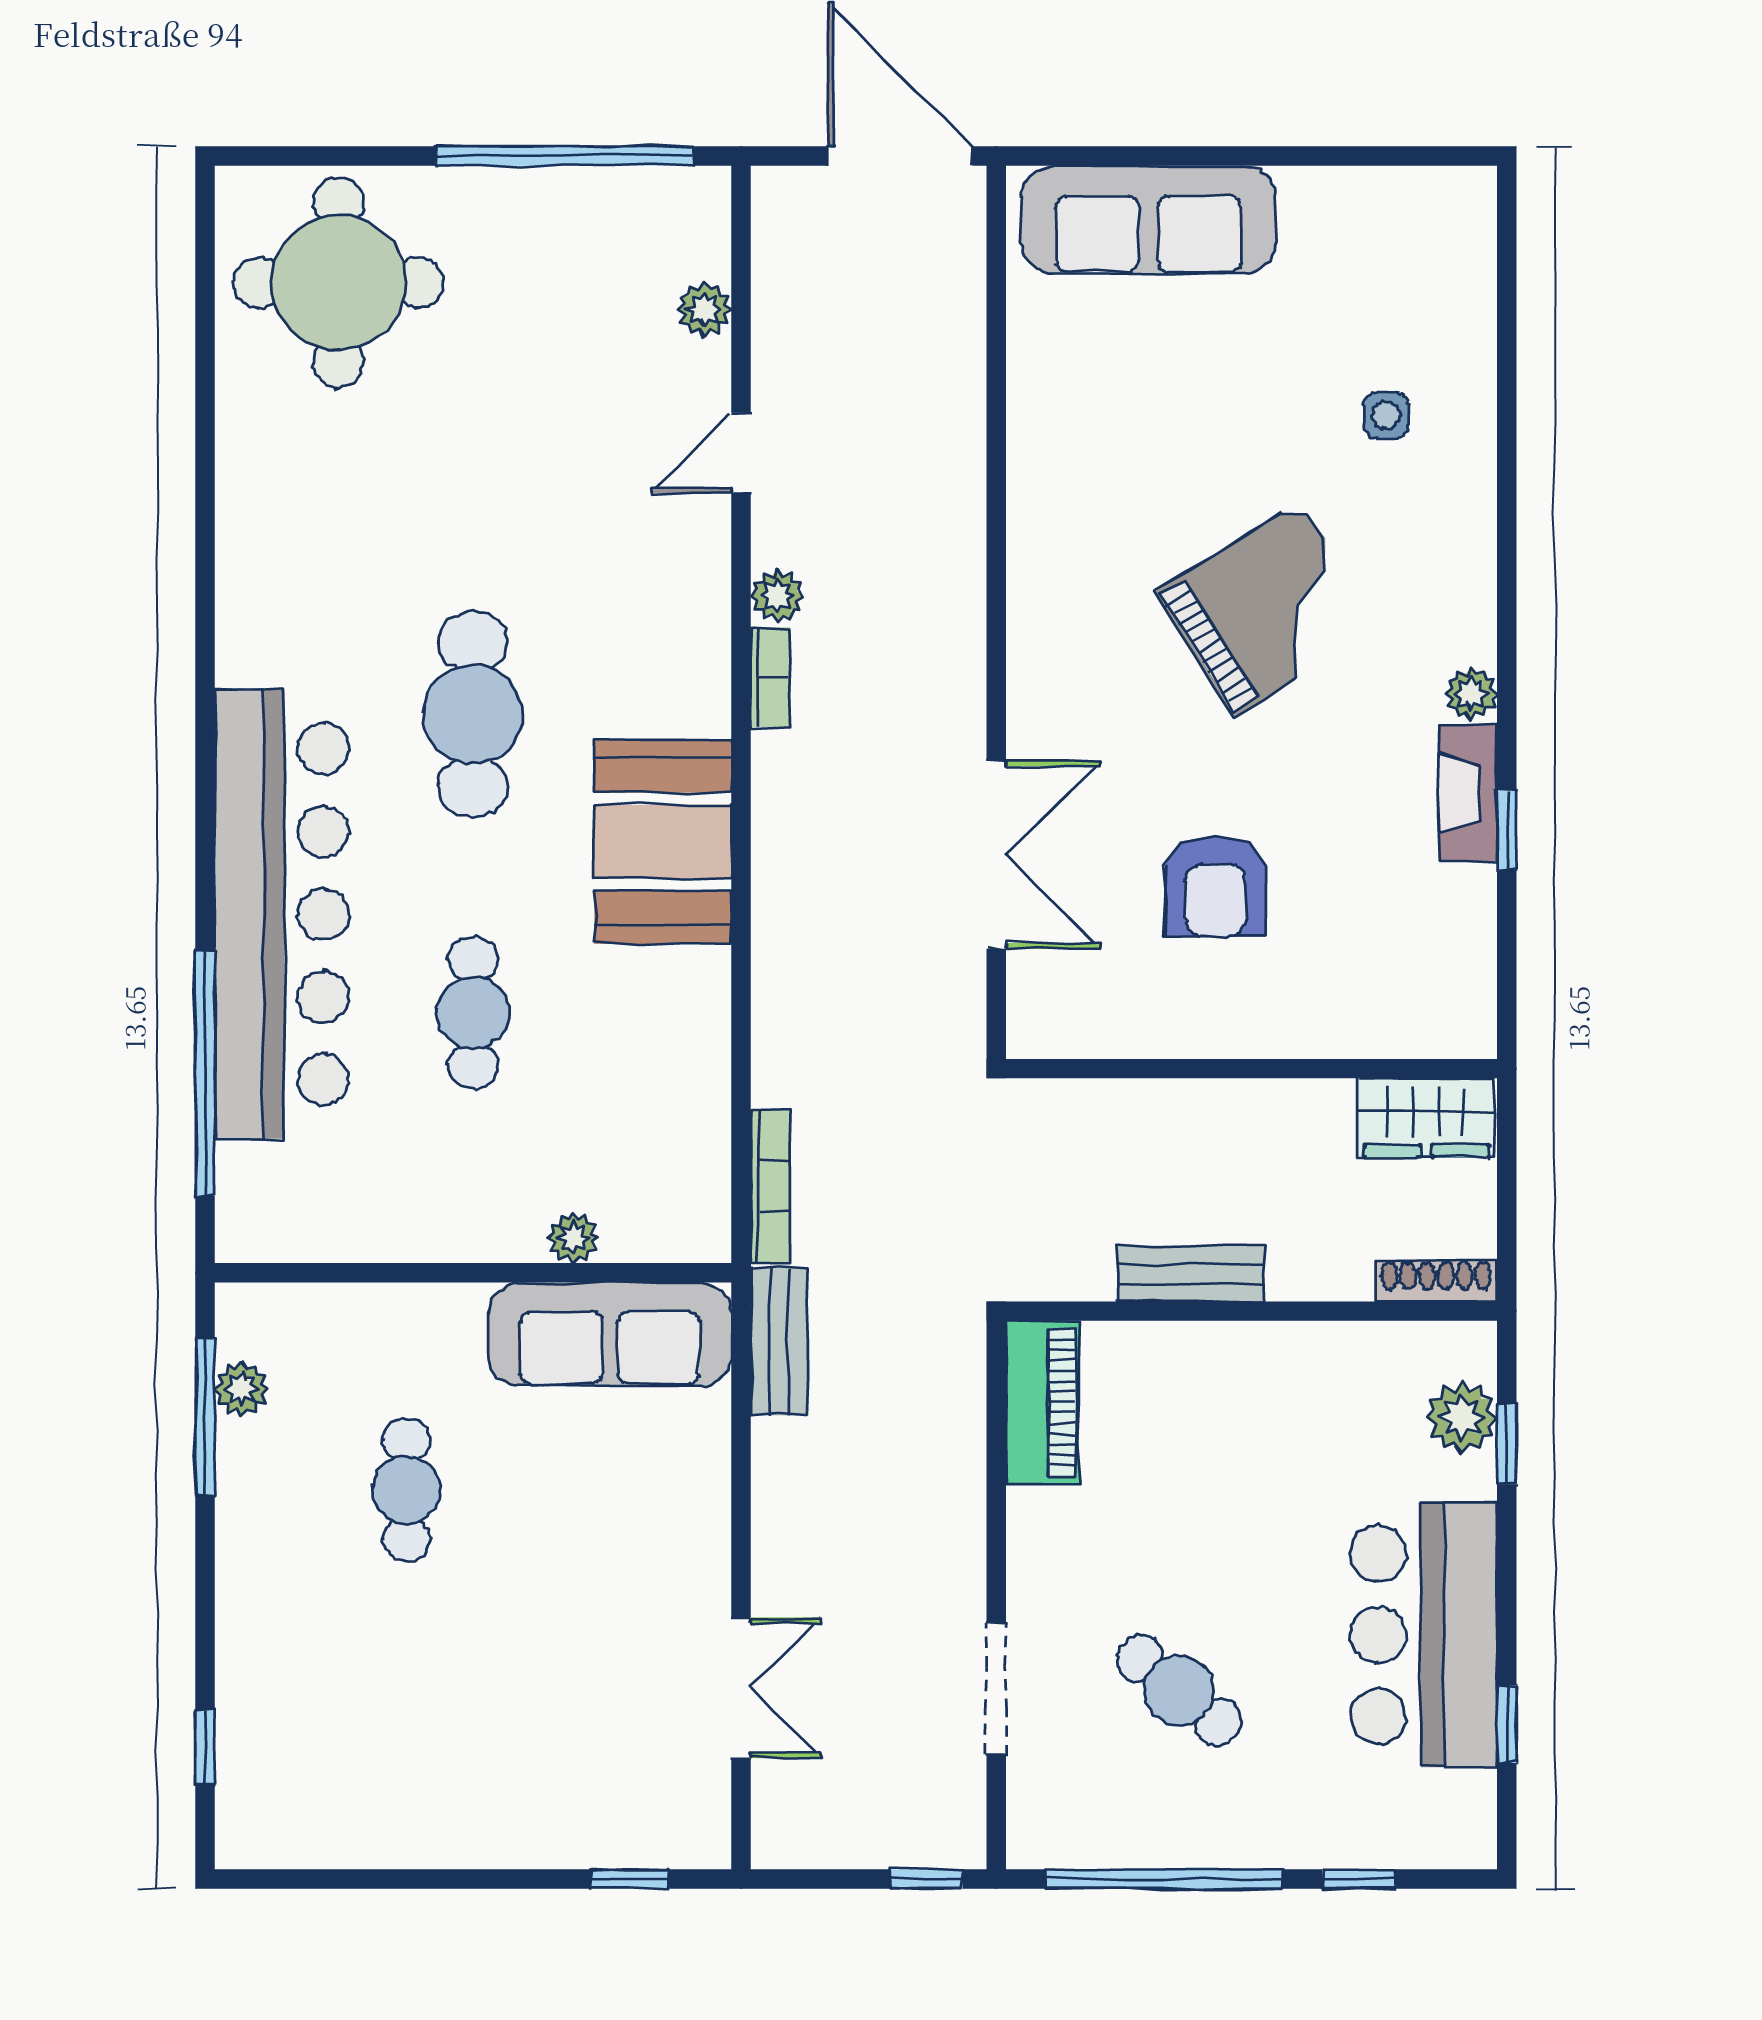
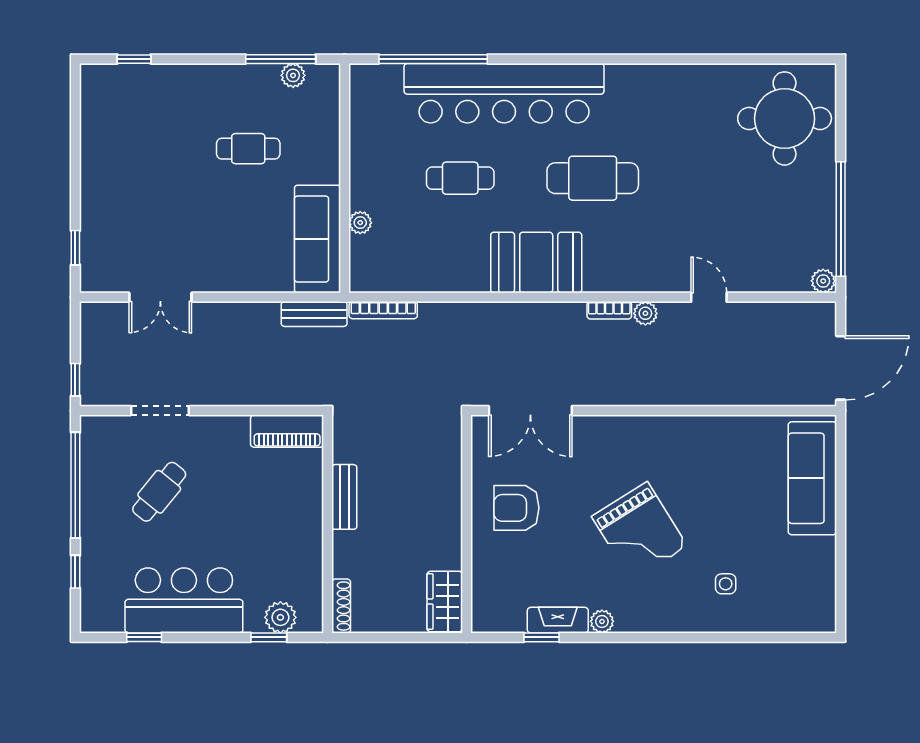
plant: (704, 309) -> (823, 281), moved
wall: (1252, 1069) -> (467, 524), moved
wardrobe: (1426, 1118) -> (445, 602), moved

